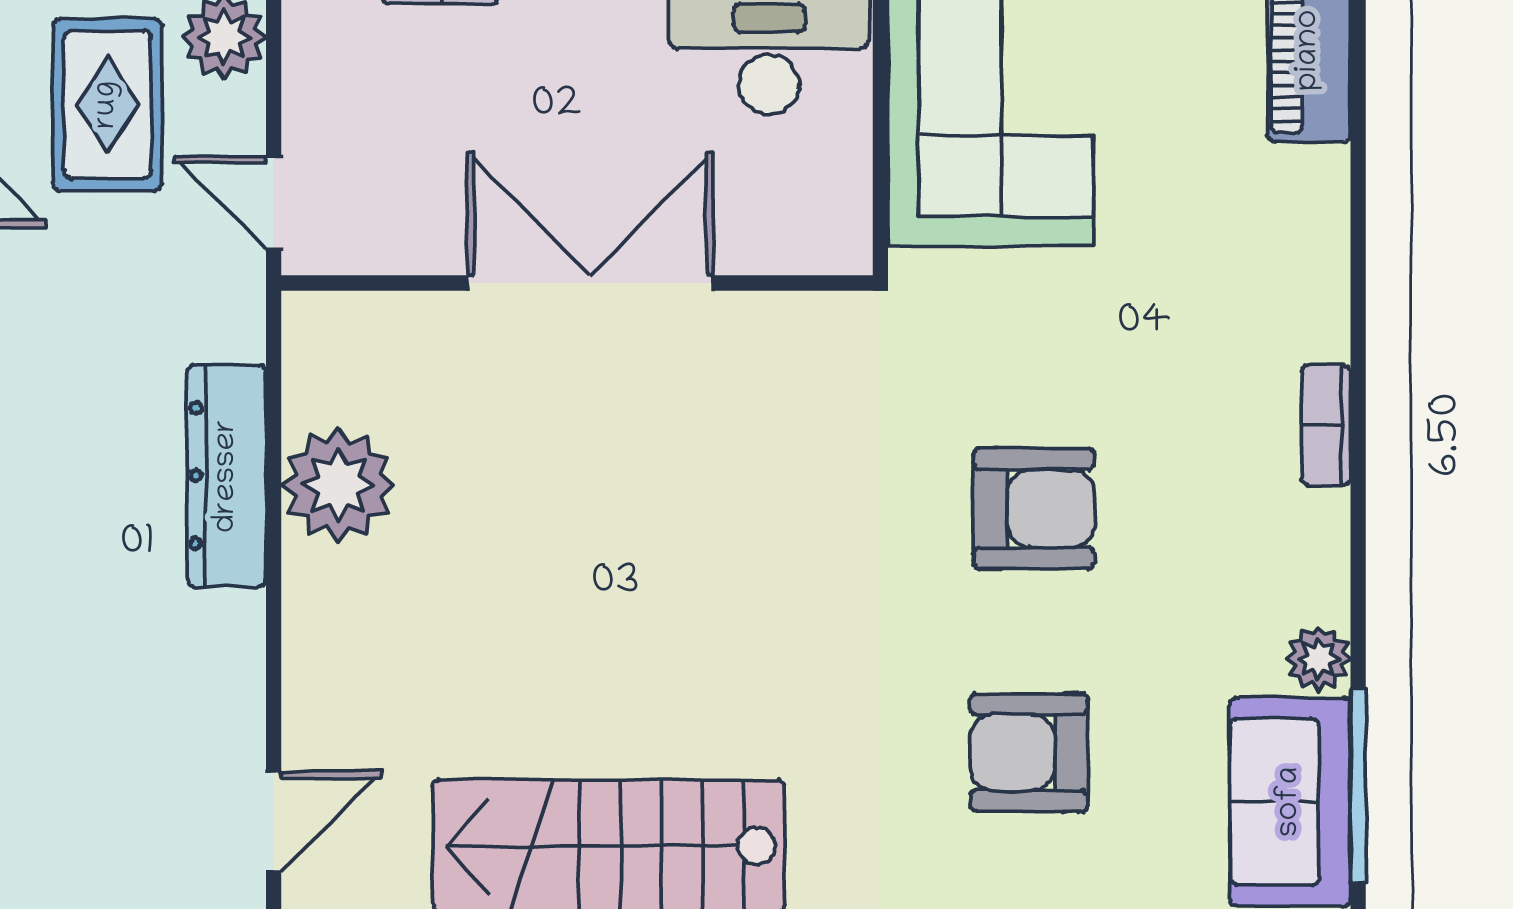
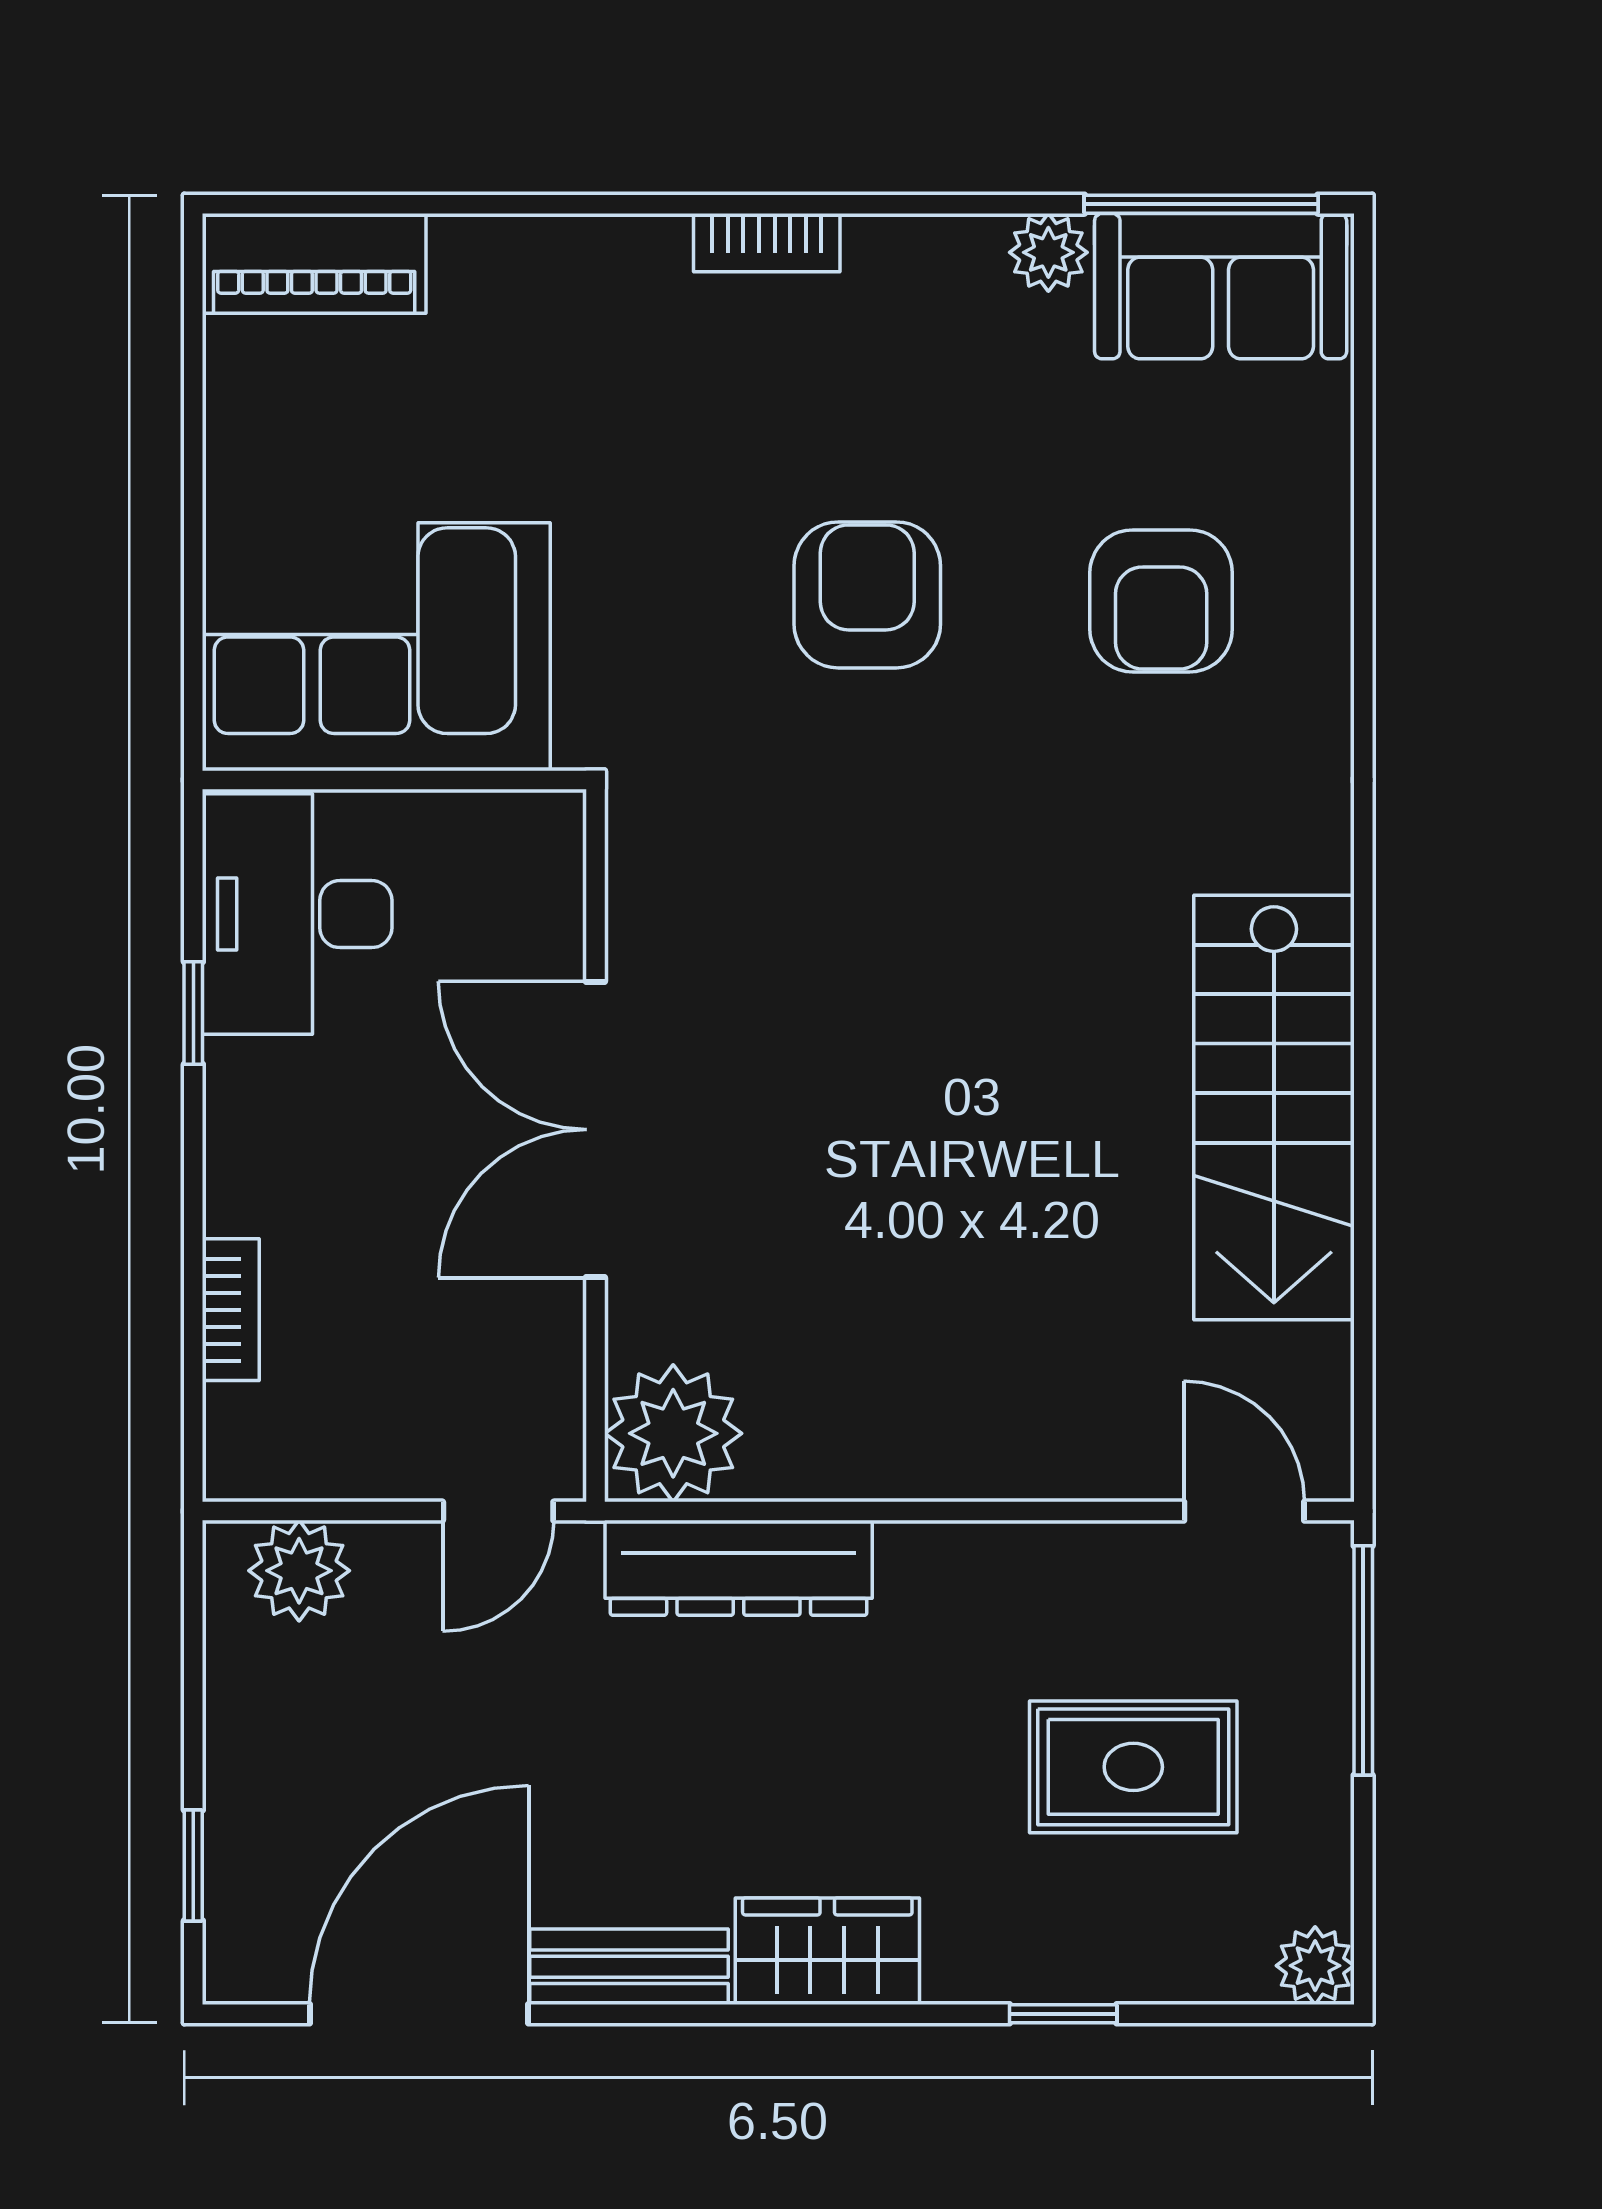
rug: (107, 105) -> (1133, 1767), moved
dresser: (227, 476) -> (739, 1568), moved
plant: (338, 485) -> (673, 1433), moved

